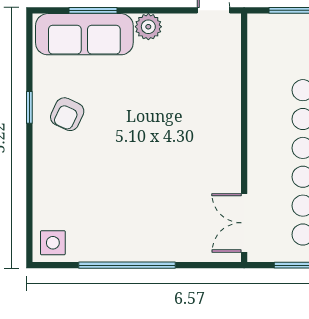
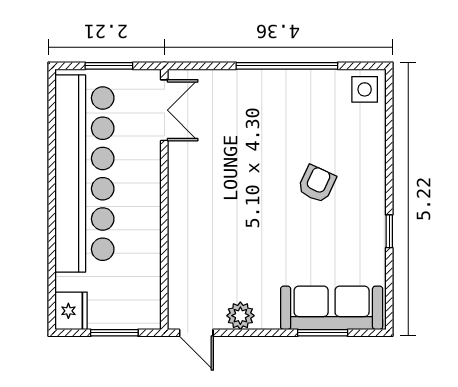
plant: (148, 27) -> (240, 316), moved
armchair: (67, 114) -> (317, 184), moved

